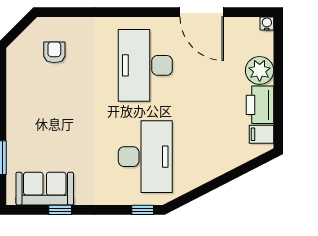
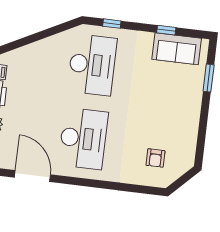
desk: (145, 157) -> (92, 65), turned 180
window: (143, 210) -> (112, 24), moved

